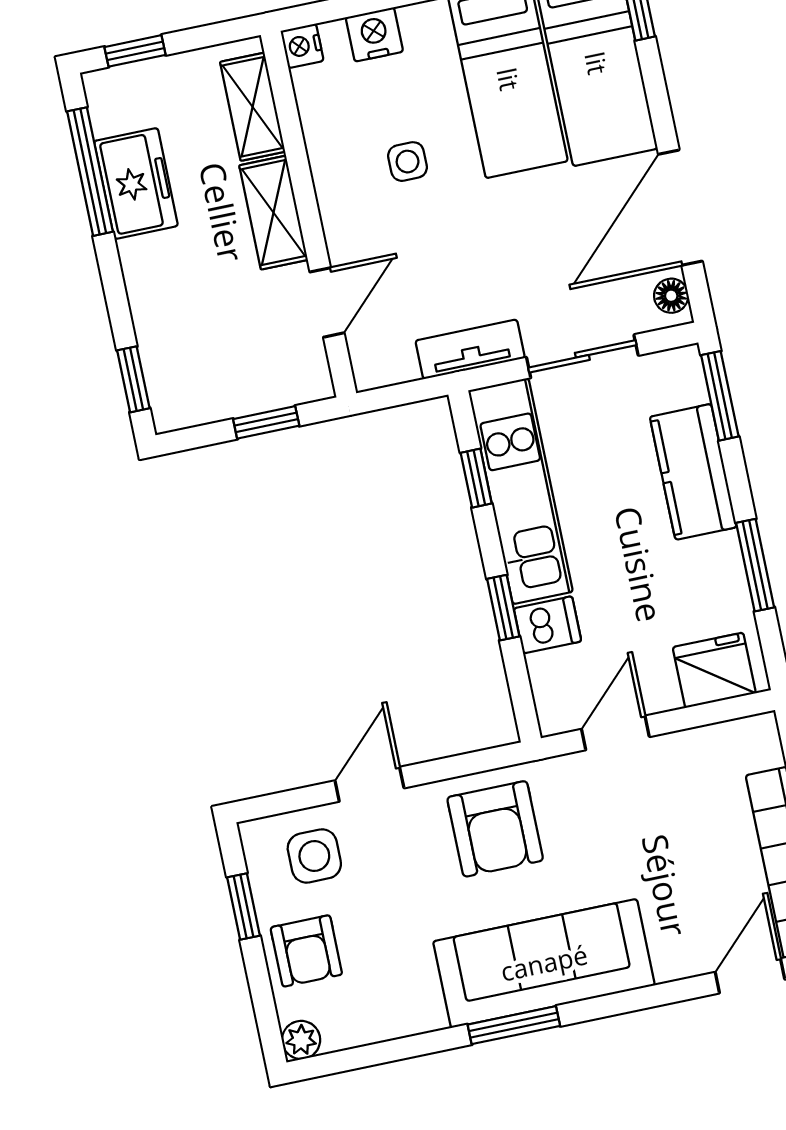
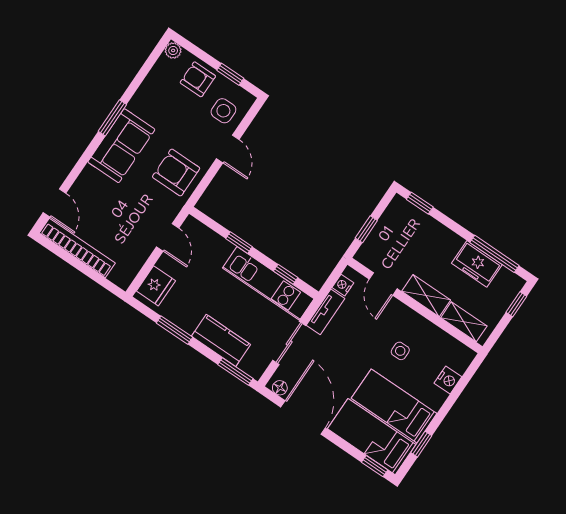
nightstand: (302, 46) -> (343, 285), moved, turned -90
dishwasher: (548, 625) -> (220, 250), removed
sofa: (544, 963) -> (121, 146), width x0.73

